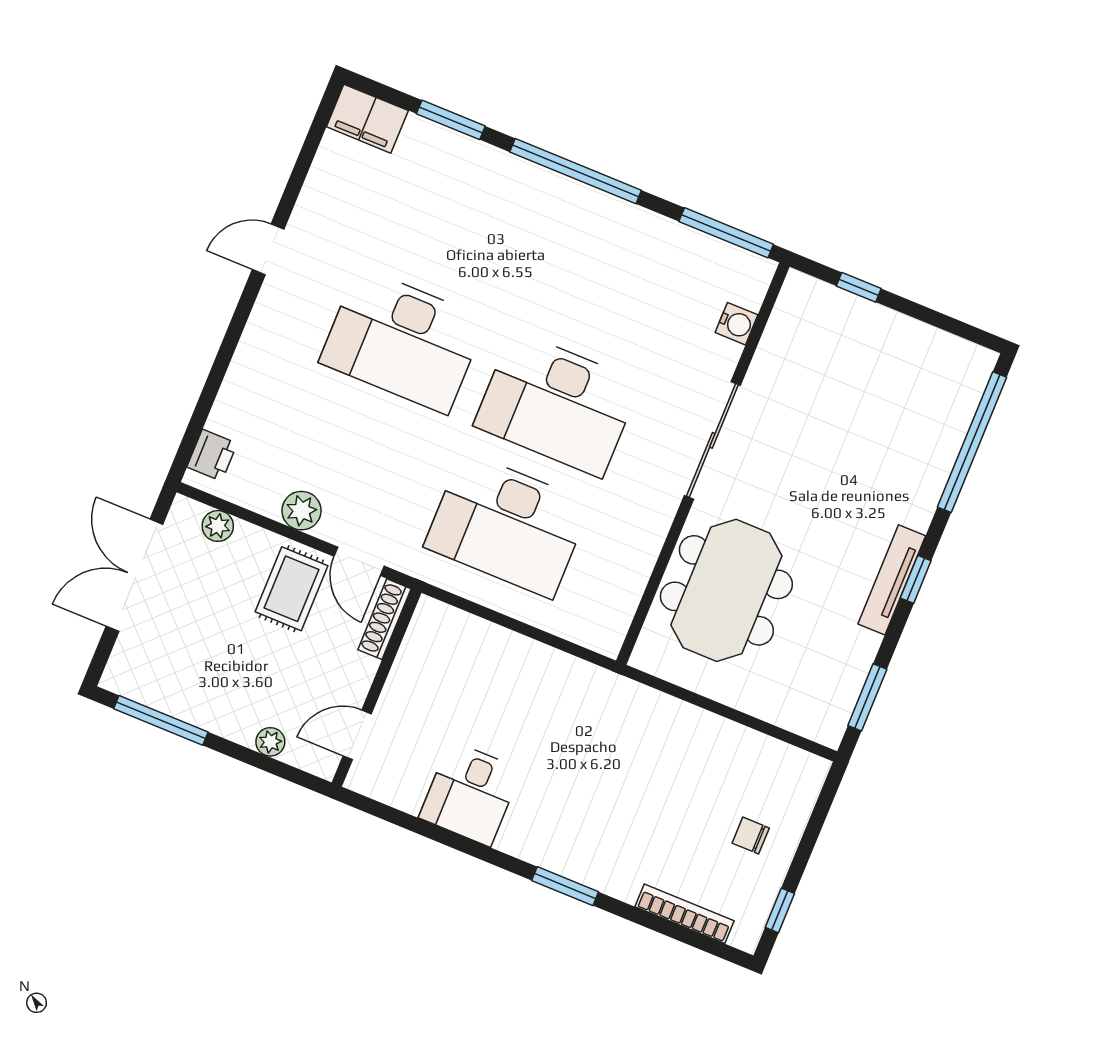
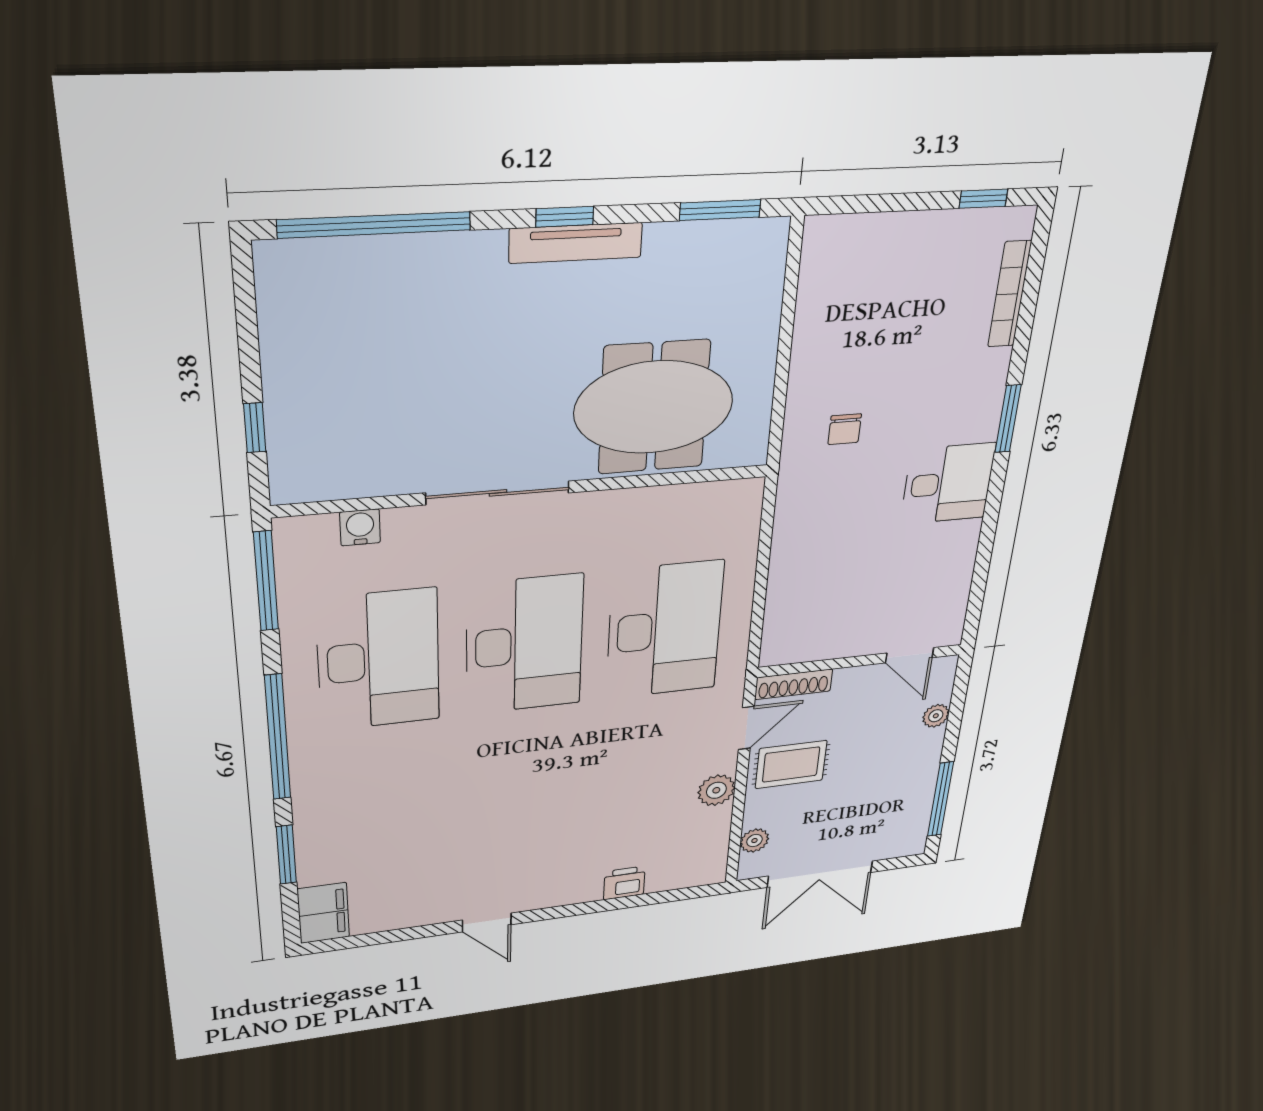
desk: (403, 341) -> (379, 660), moved
printer: (212, 455) -> (624, 883), moved
desk: (470, 794) -> (948, 484), moved
chair: (751, 836) -> (845, 429), moved

